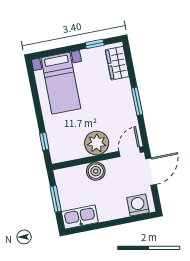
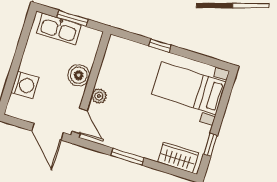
window: (44, 141) -> (160, 46), moved
plant: (97, 143) -> (99, 96), width x0.53, depth x0.53
washing machine: (138, 205) -> (25, 85), moved
kitchen sink: (80, 217) -> (59, 29), moved, turned 90

